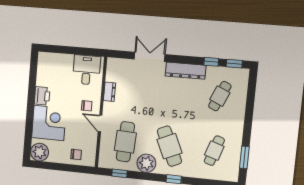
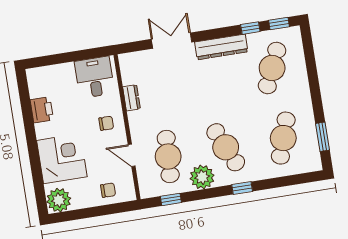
printer: (42, 96) -> (42, 110), moved
cafe table: (220, 96) -> (272, 68), width x1.37, depth x1.35
door: (100, 124) -> (132, 155), moved
cafe table: (214, 151) -> (283, 138), width x1.37, depth x1.35

